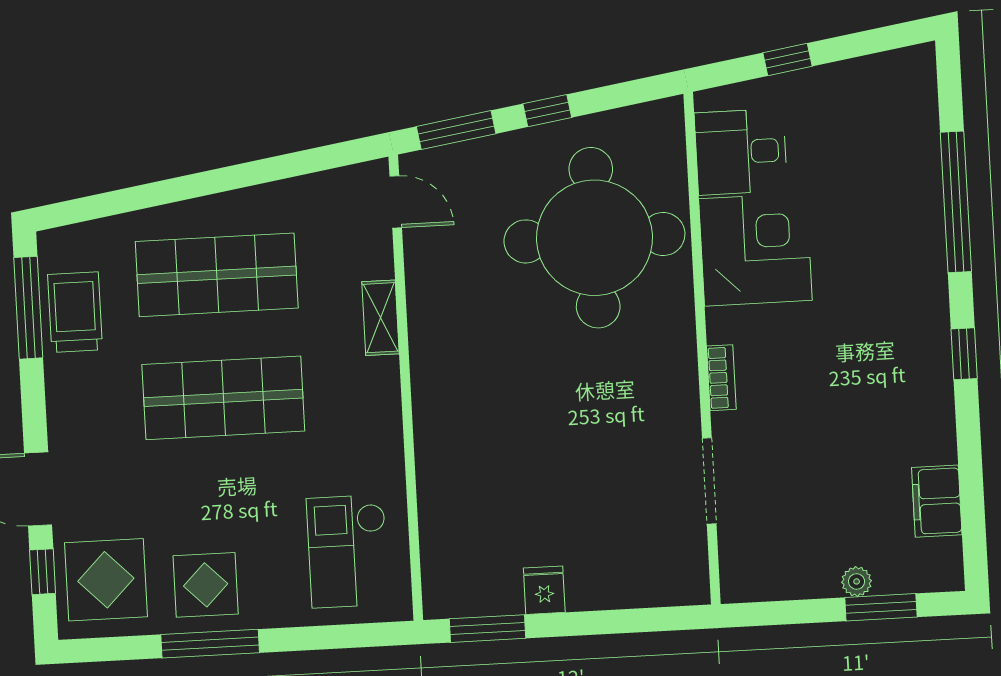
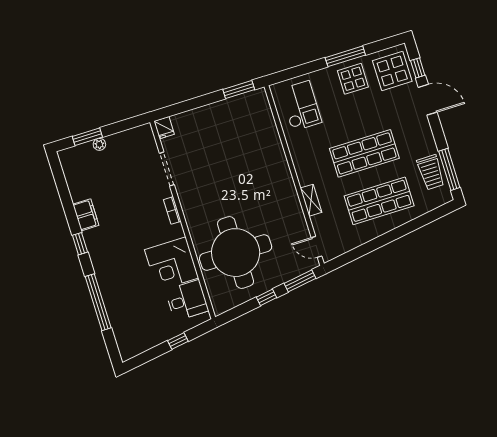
filing cabinet: (937, 501) -> (86, 215), moved
fridge: (544, 590) -> (164, 128), moved

